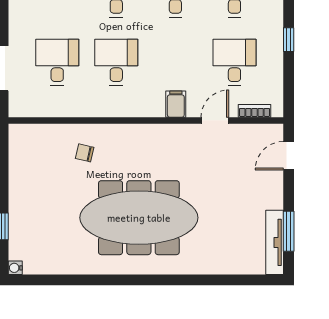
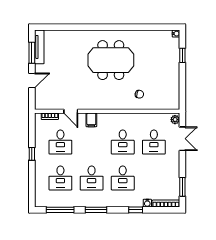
plant: (17, 105) -> (175, 120), added
door: (215, 120) -> (71, 111), hinge flipped
door: (289, 156) -> (32, 80), moved
meeting table: (139, 218) -> (111, 60), width x0.73

